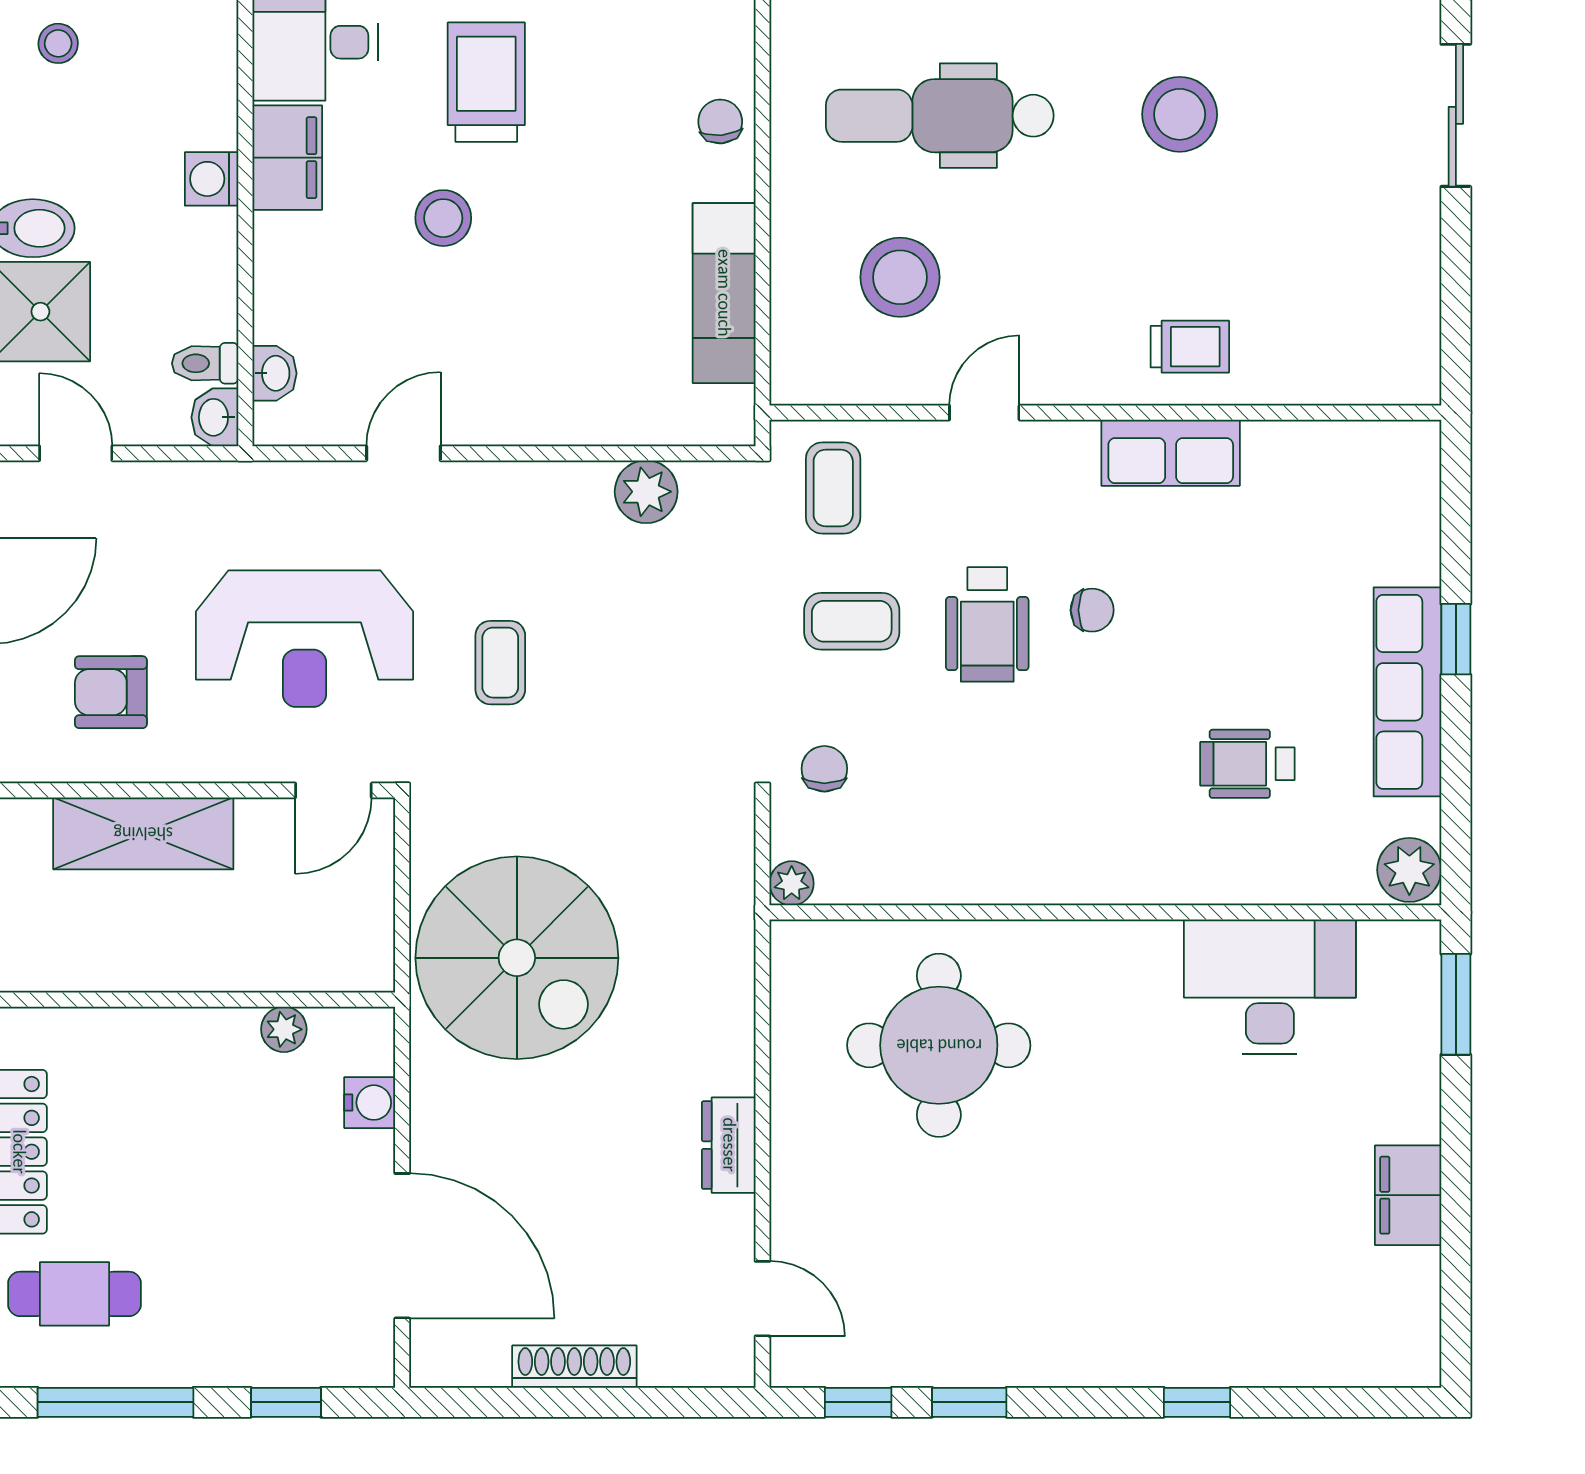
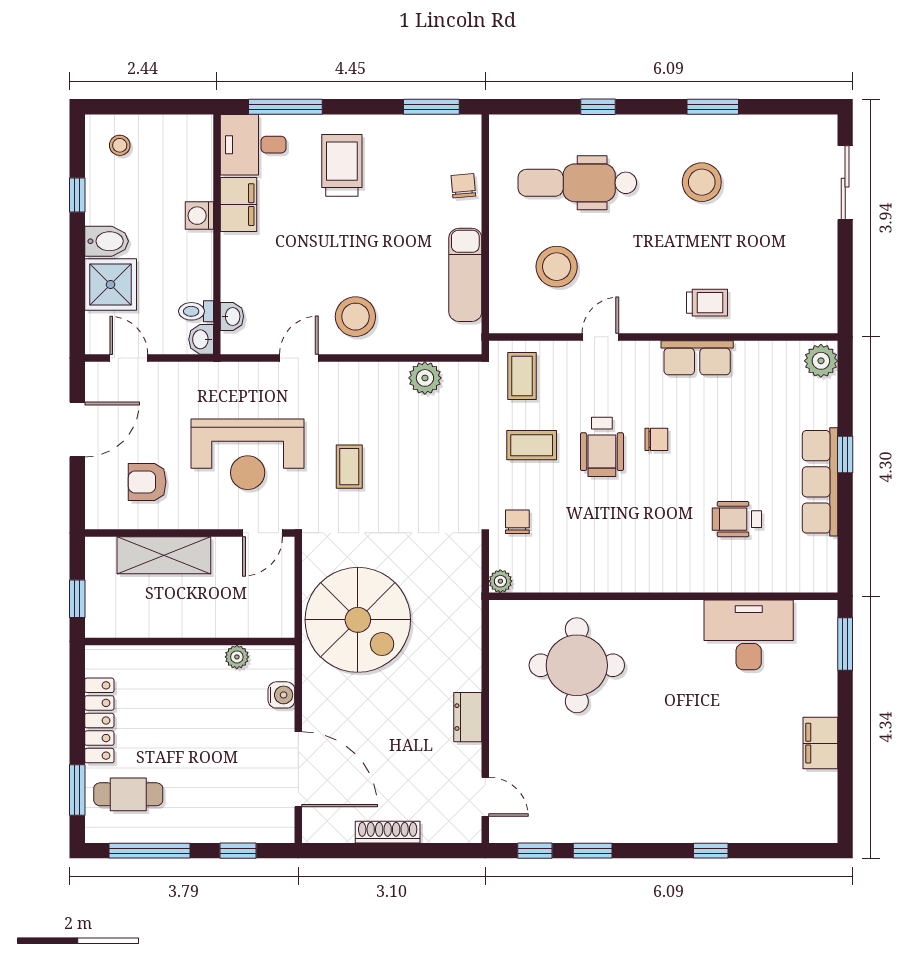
stool: (443, 218) -> (355, 317), moved, width x1.38, depth x1.38
plant: (1409, 870) -> (821, 361), moved

